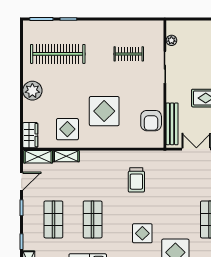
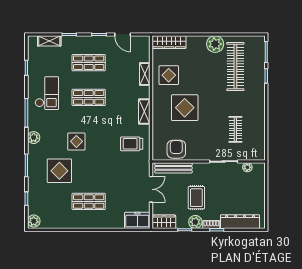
plant: (32, 91) -> (215, 44), moved
armchair: (151, 121) -> (176, 149), turned 90
wardrobe: (30, 135) -> (169, 42), width x1.50
shelving: (38, 157) -> (144, 111), moved
trolley: (136, 180) -> (132, 144), moved

